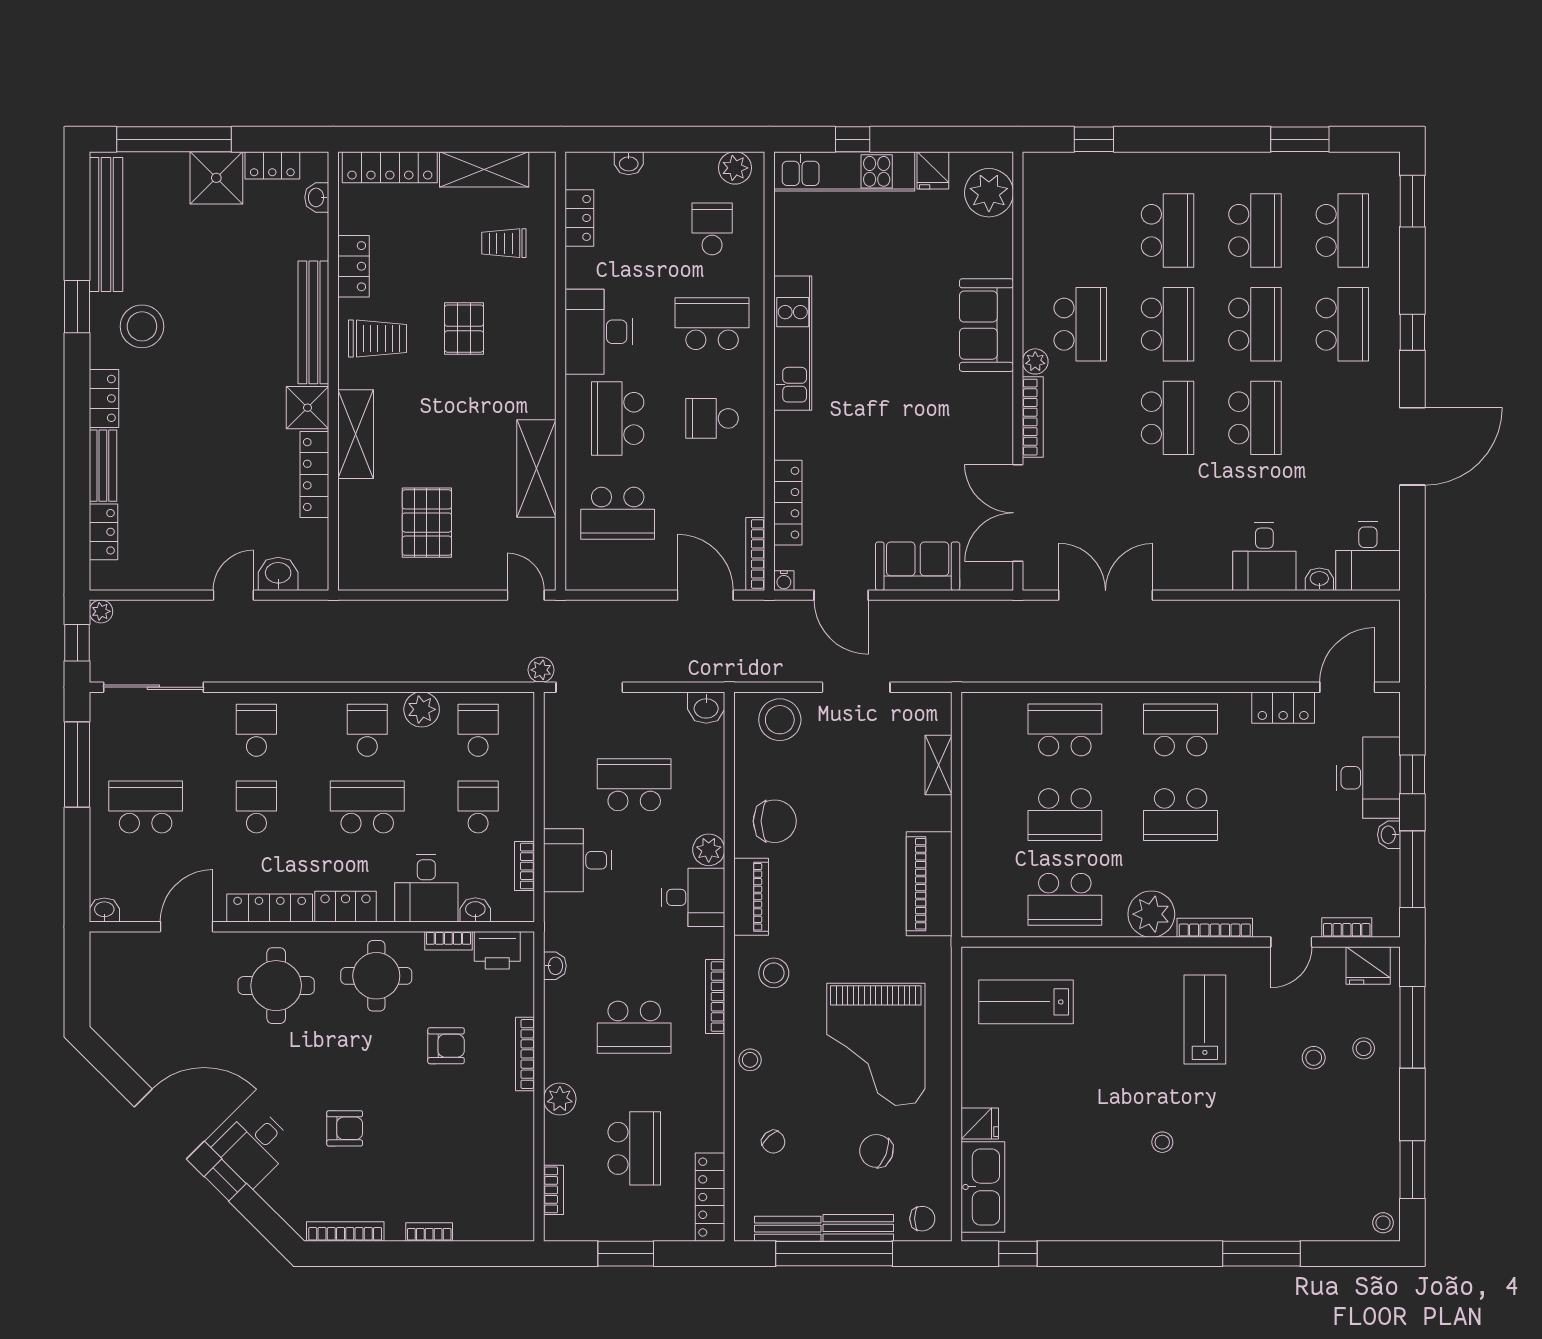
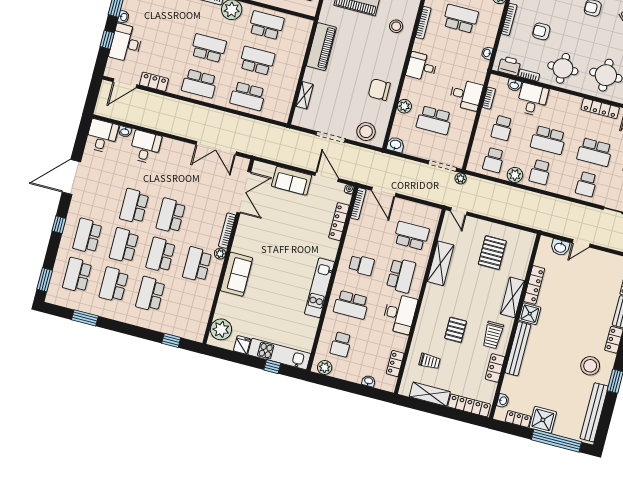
trolley: (377, 338) -> (493, 335), turned -90
school desk: (256, 807) -> (595, 152), width x1.85
plant: (709, 850) -> (404, 106), moved
piano: (751, 897) -> (397, 61), removed
locker: (345, 907) -> (568, 101), removed

